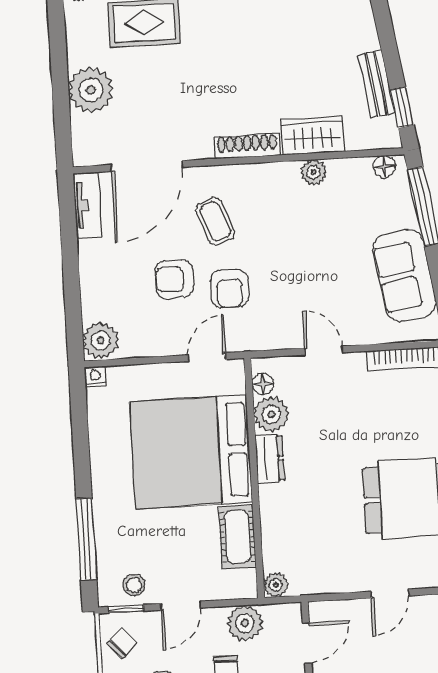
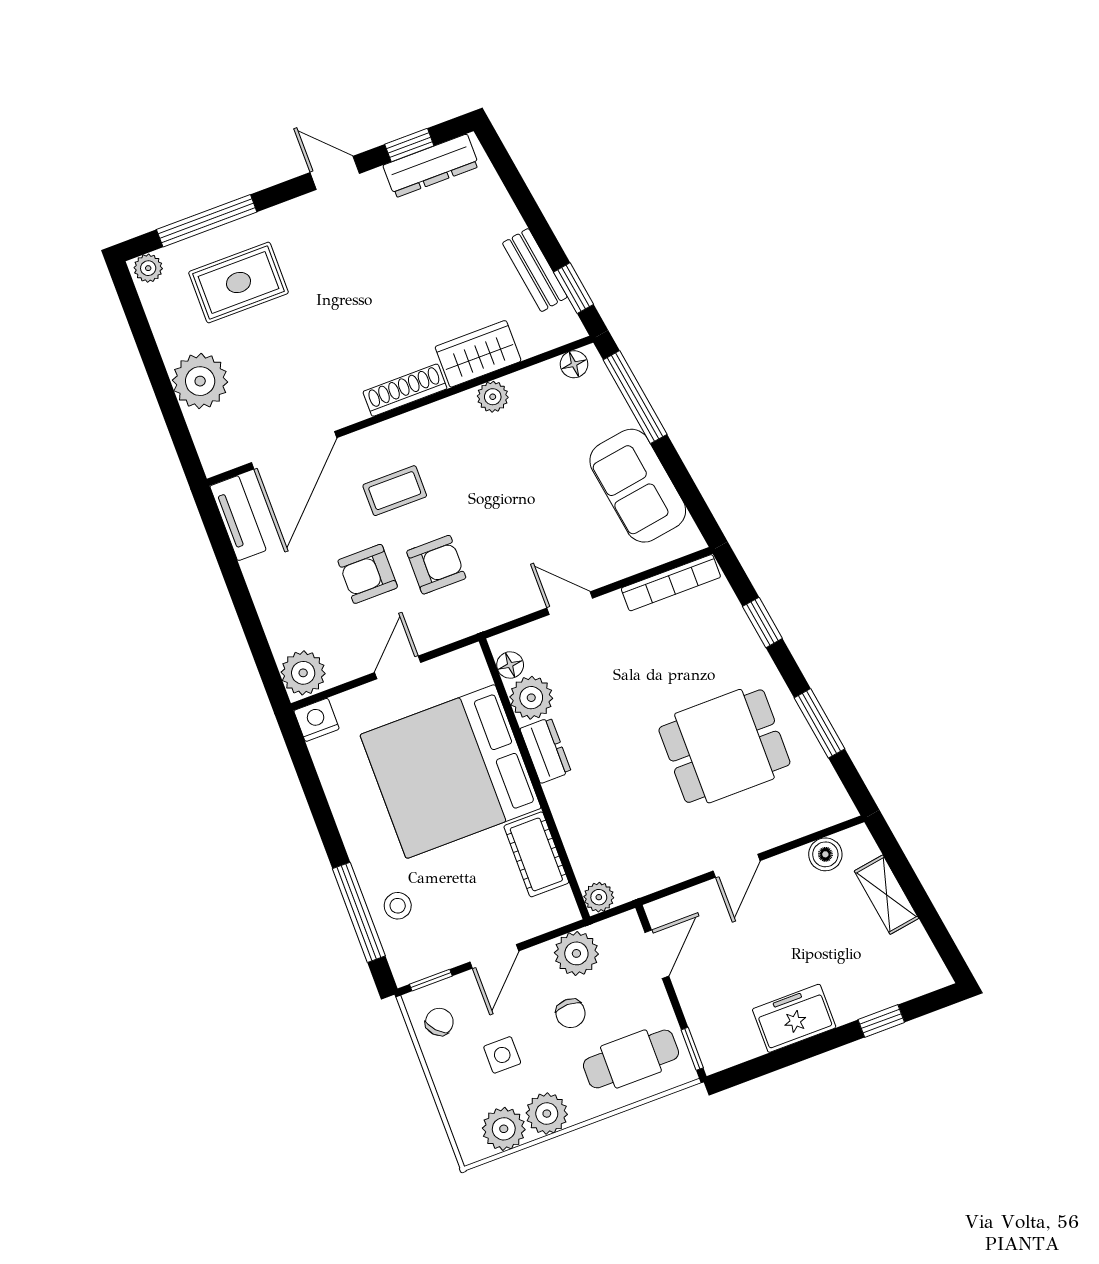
coffee table: (215, 221) -> (395, 491), turned -69
armchair: (230, 289) -> (436, 565), turned -90
door: (207, 357) -> (398, 667), moved
nightstand: (95, 377) -> (317, 720), width x1.39, depth x1.35
stool: (134, 585) -> (398, 906), moved

